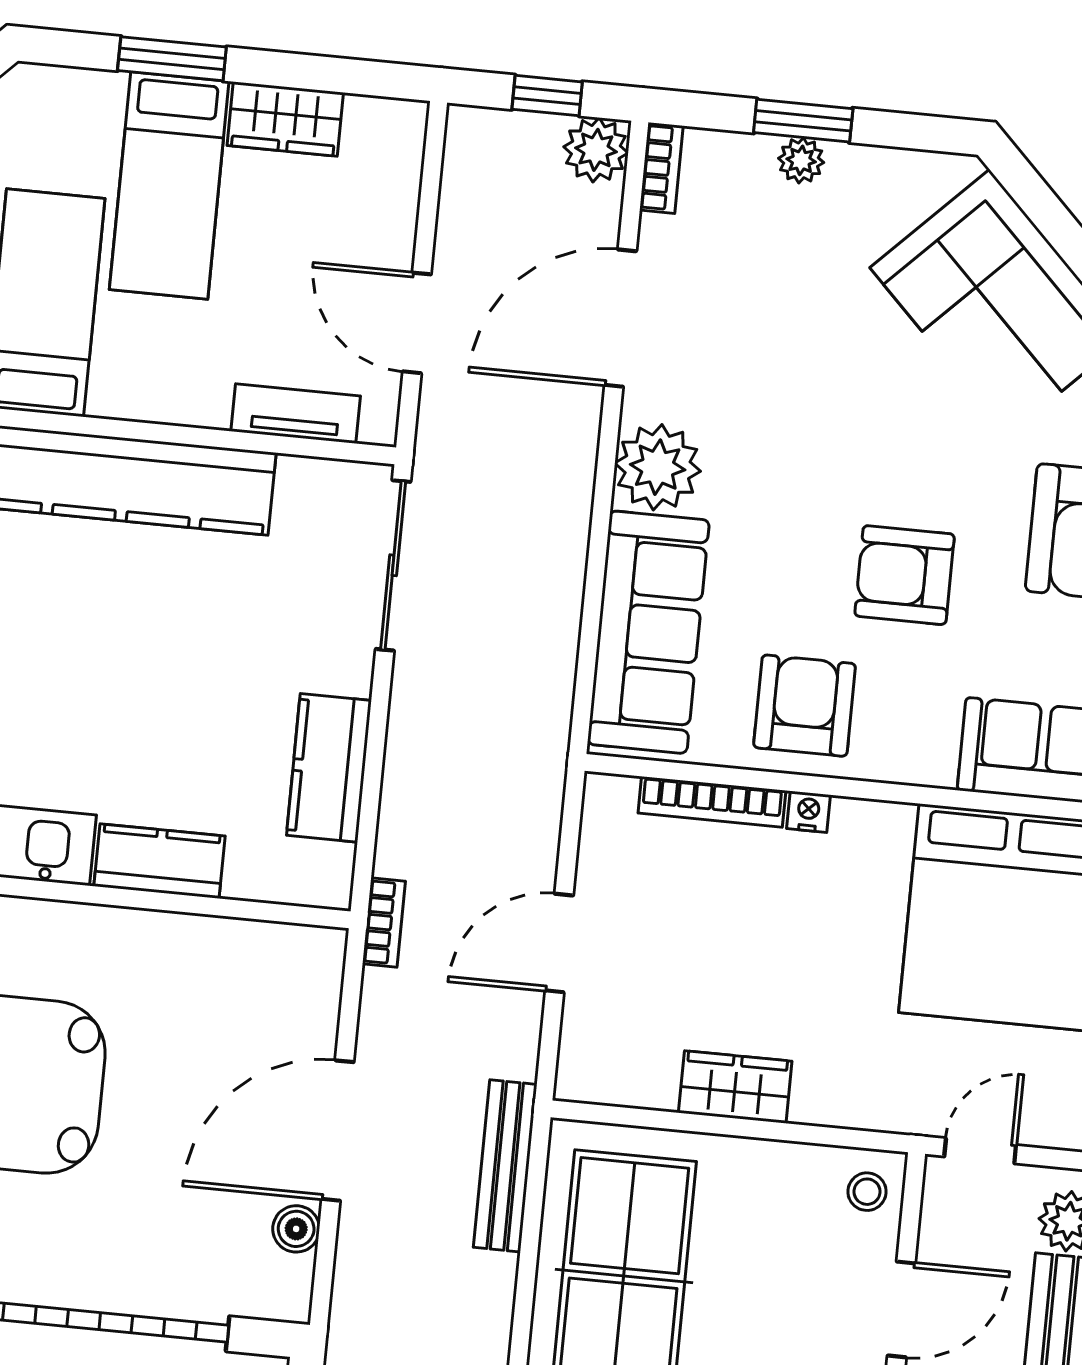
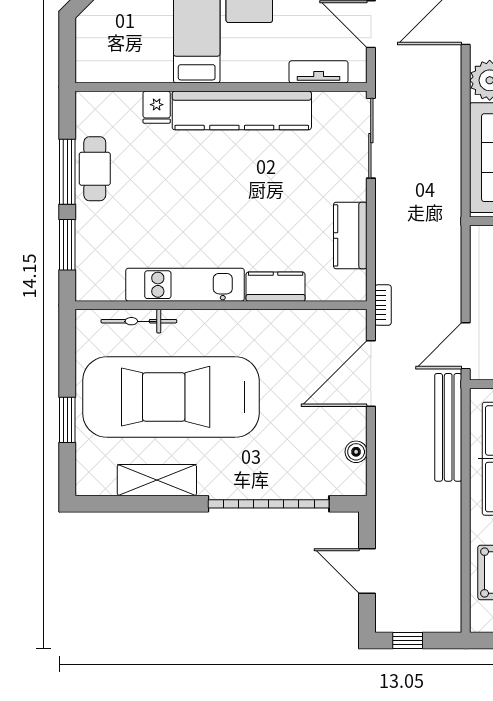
door: (559, 943) -> (466, 346), moved
door: (338, 1131) -> (371, 374), moved
bench: (505, 1166) -> (448, 427), width x1.37, depth x1.21

